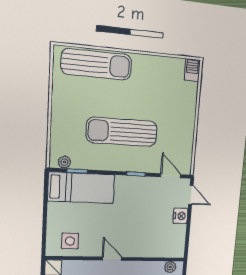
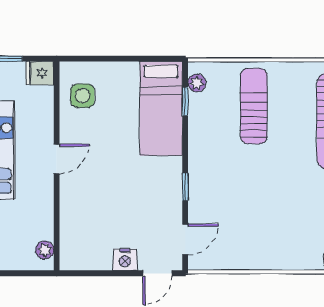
sun lounger: (122, 132) -> (254, 106), moved, width x0.73, depth x0.75

